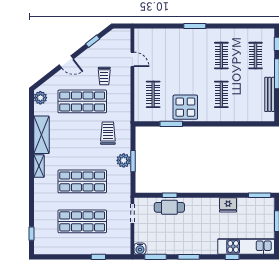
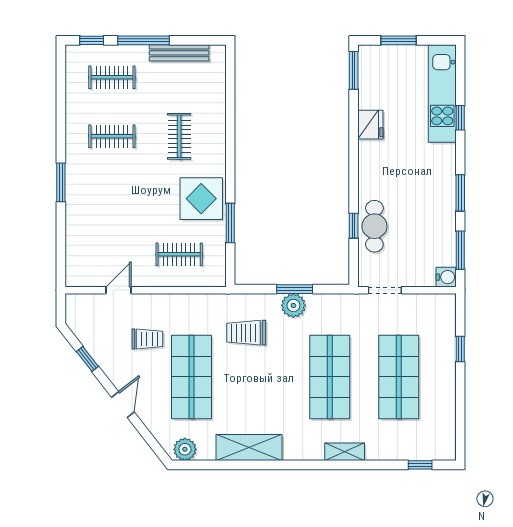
clothes rail: (221, 94) -> (179, 136), turned 90
shelving: (39, 166) -> (345, 452), moved

